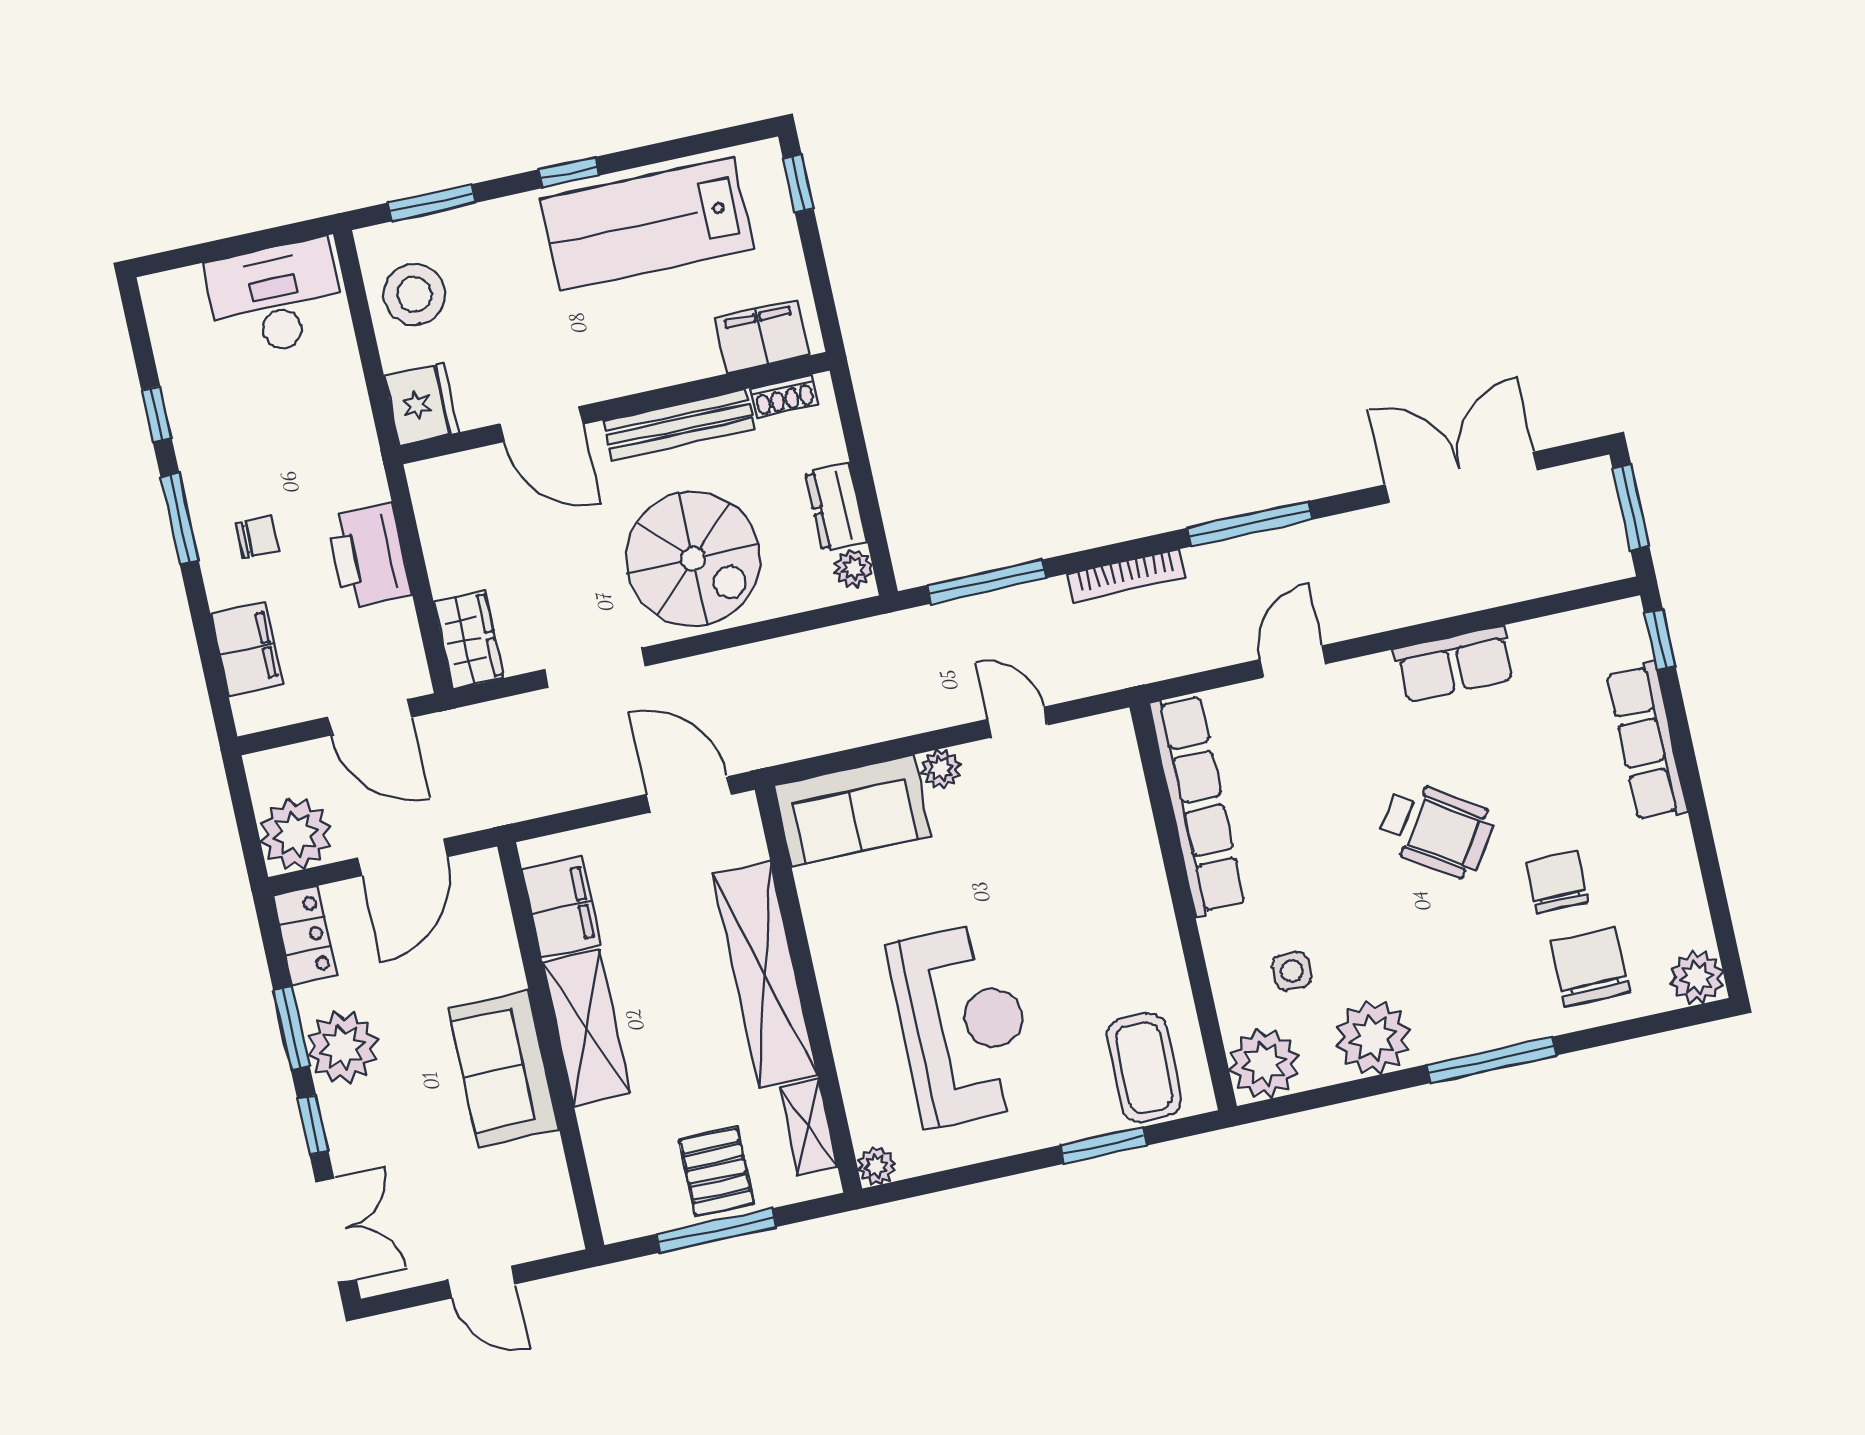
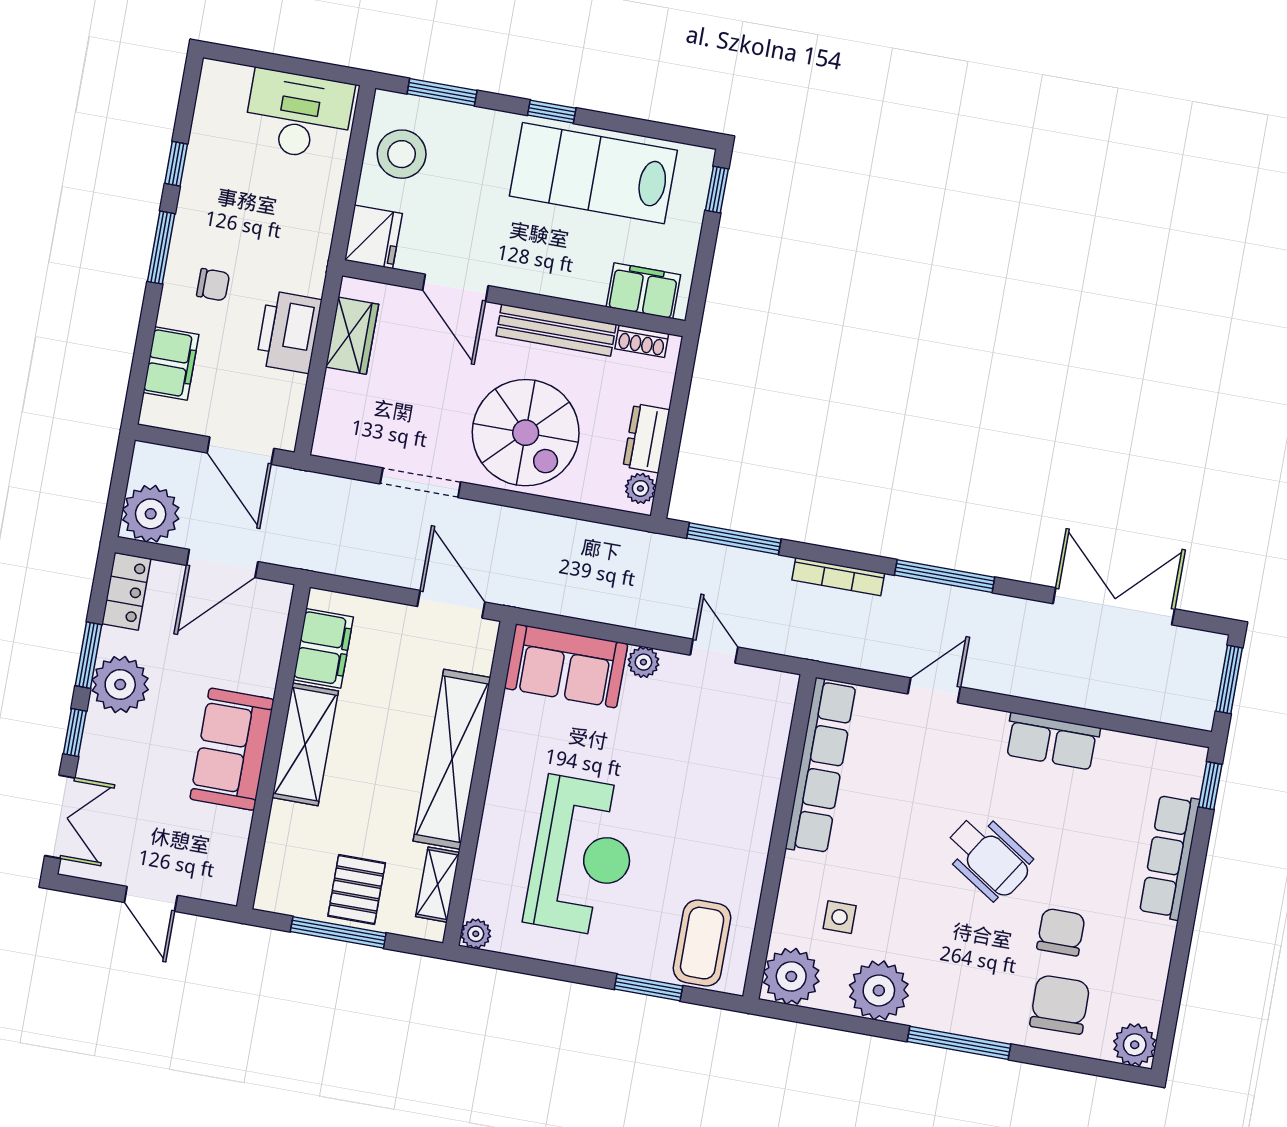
wardrobe: (469, 640) -> (352, 336), moved

